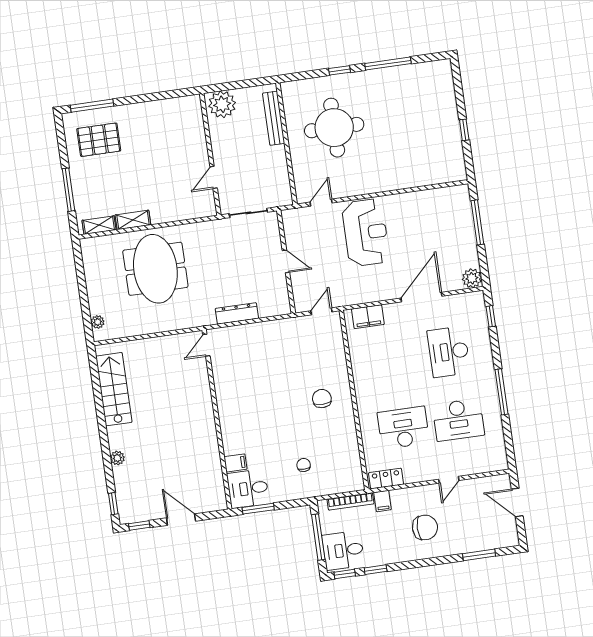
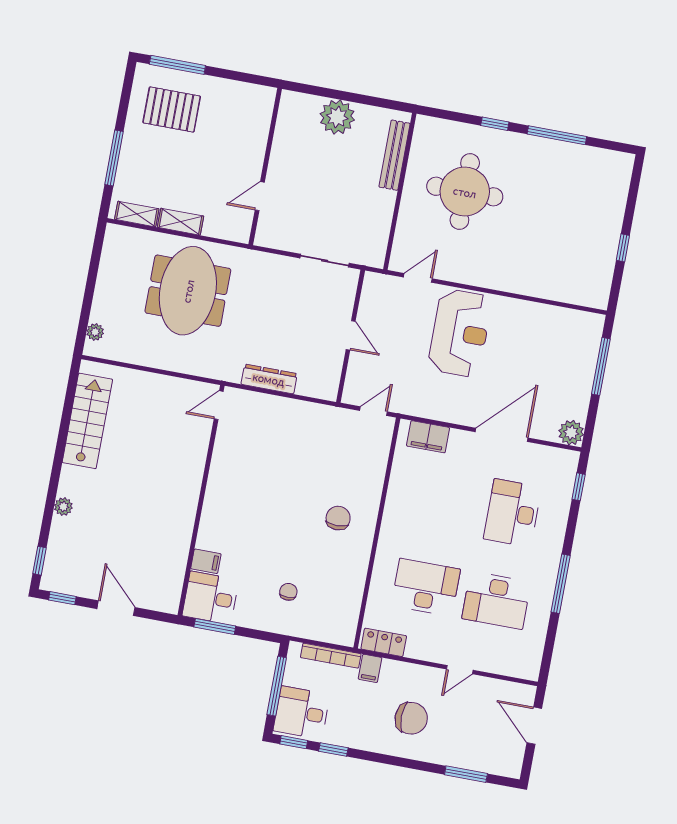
wall: (210, 154) -> (265, 167), moved
door: (214, 177) -> (260, 196), moved

